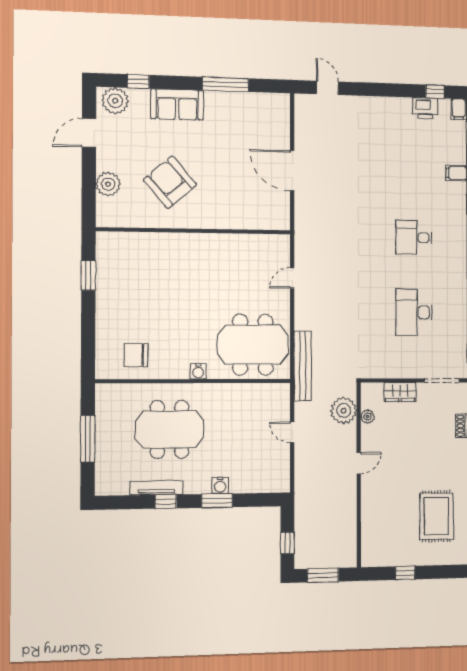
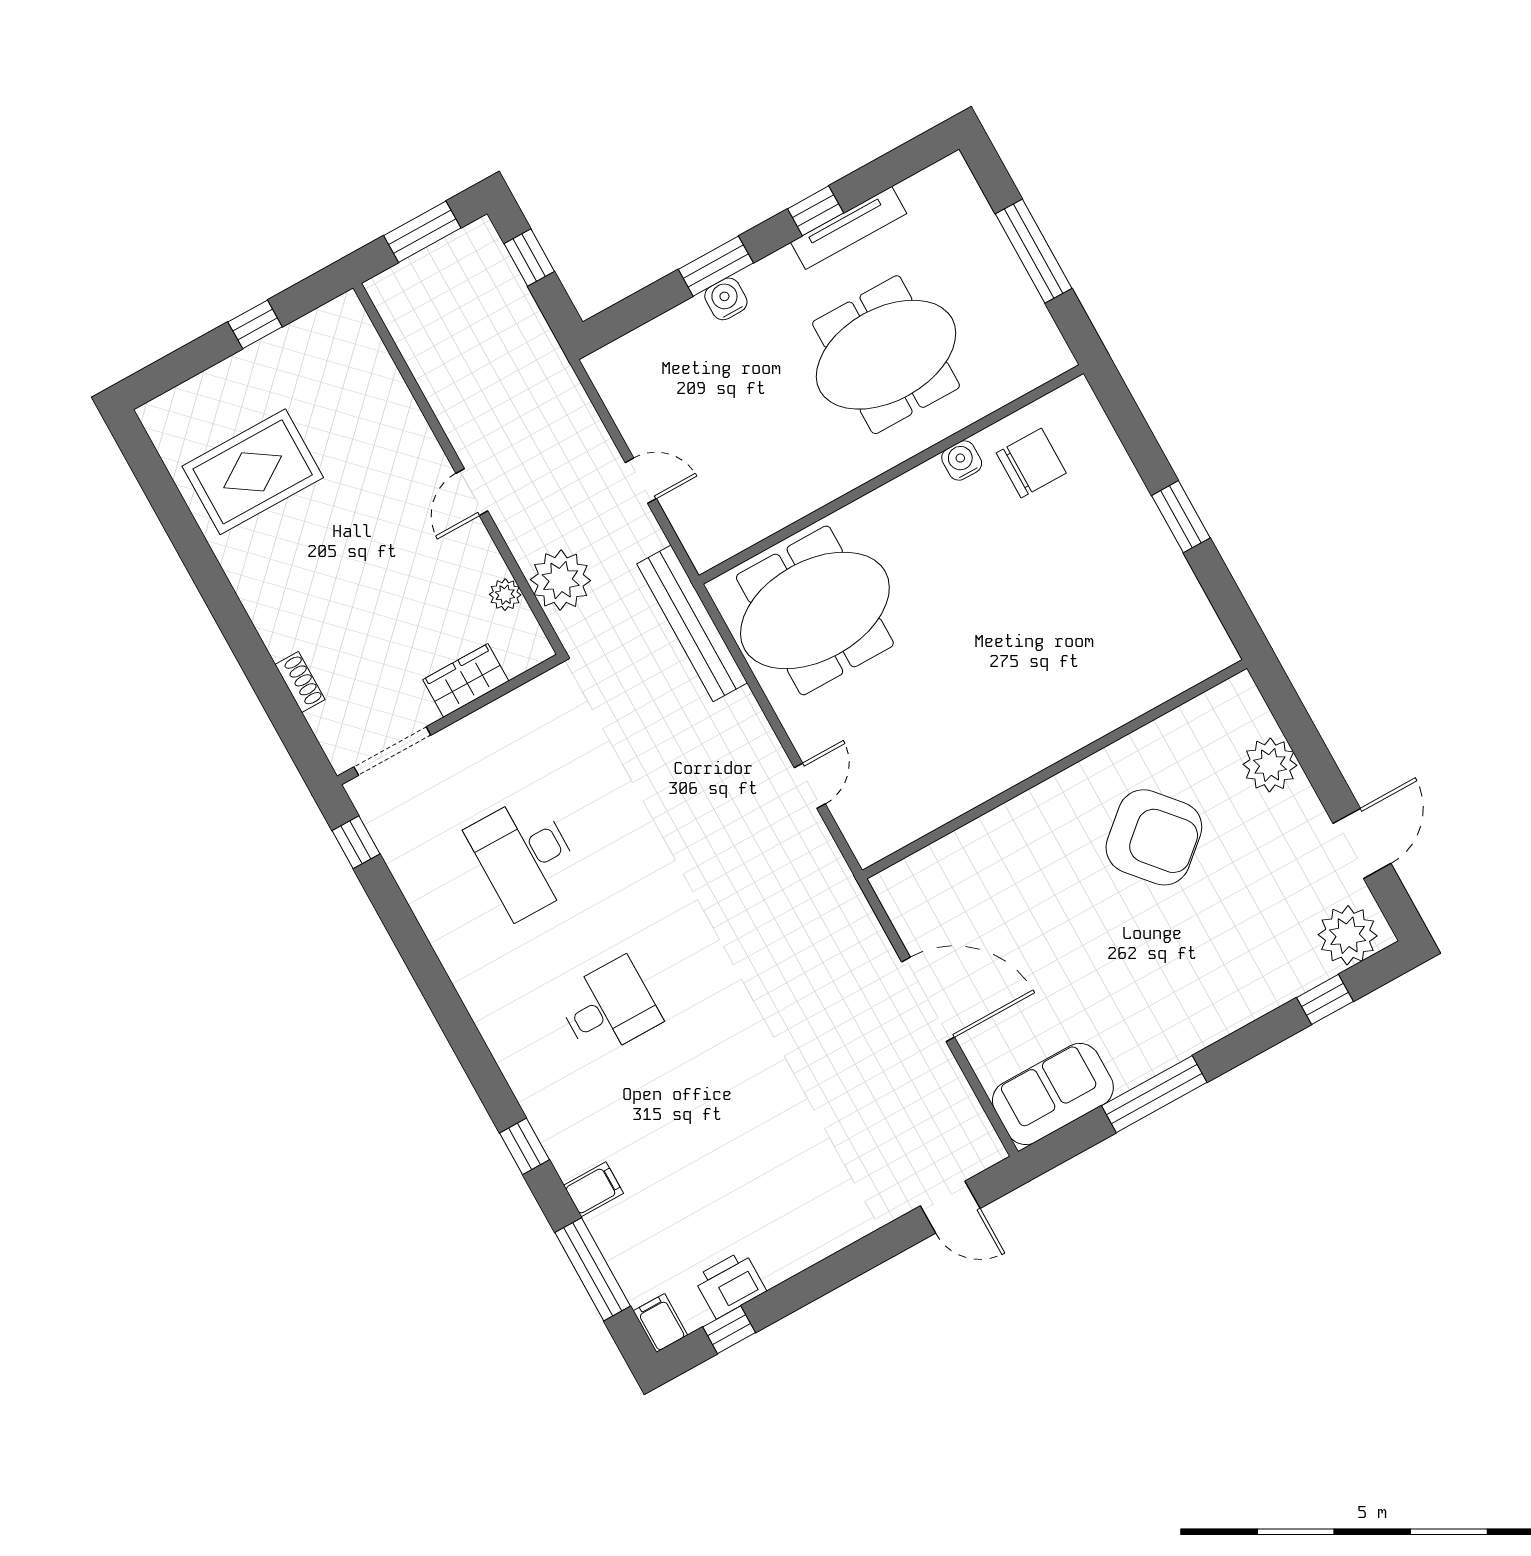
sofa: (177, 104) -> (1053, 1094), moved
window: (88, 275) -> (1181, 517), moved
desk: (414, 312) -> (525, 857), turned 180
water cooler: (198, 371) -> (962, 460), moved
rug: (436, 516) -> (253, 472), turned 90

